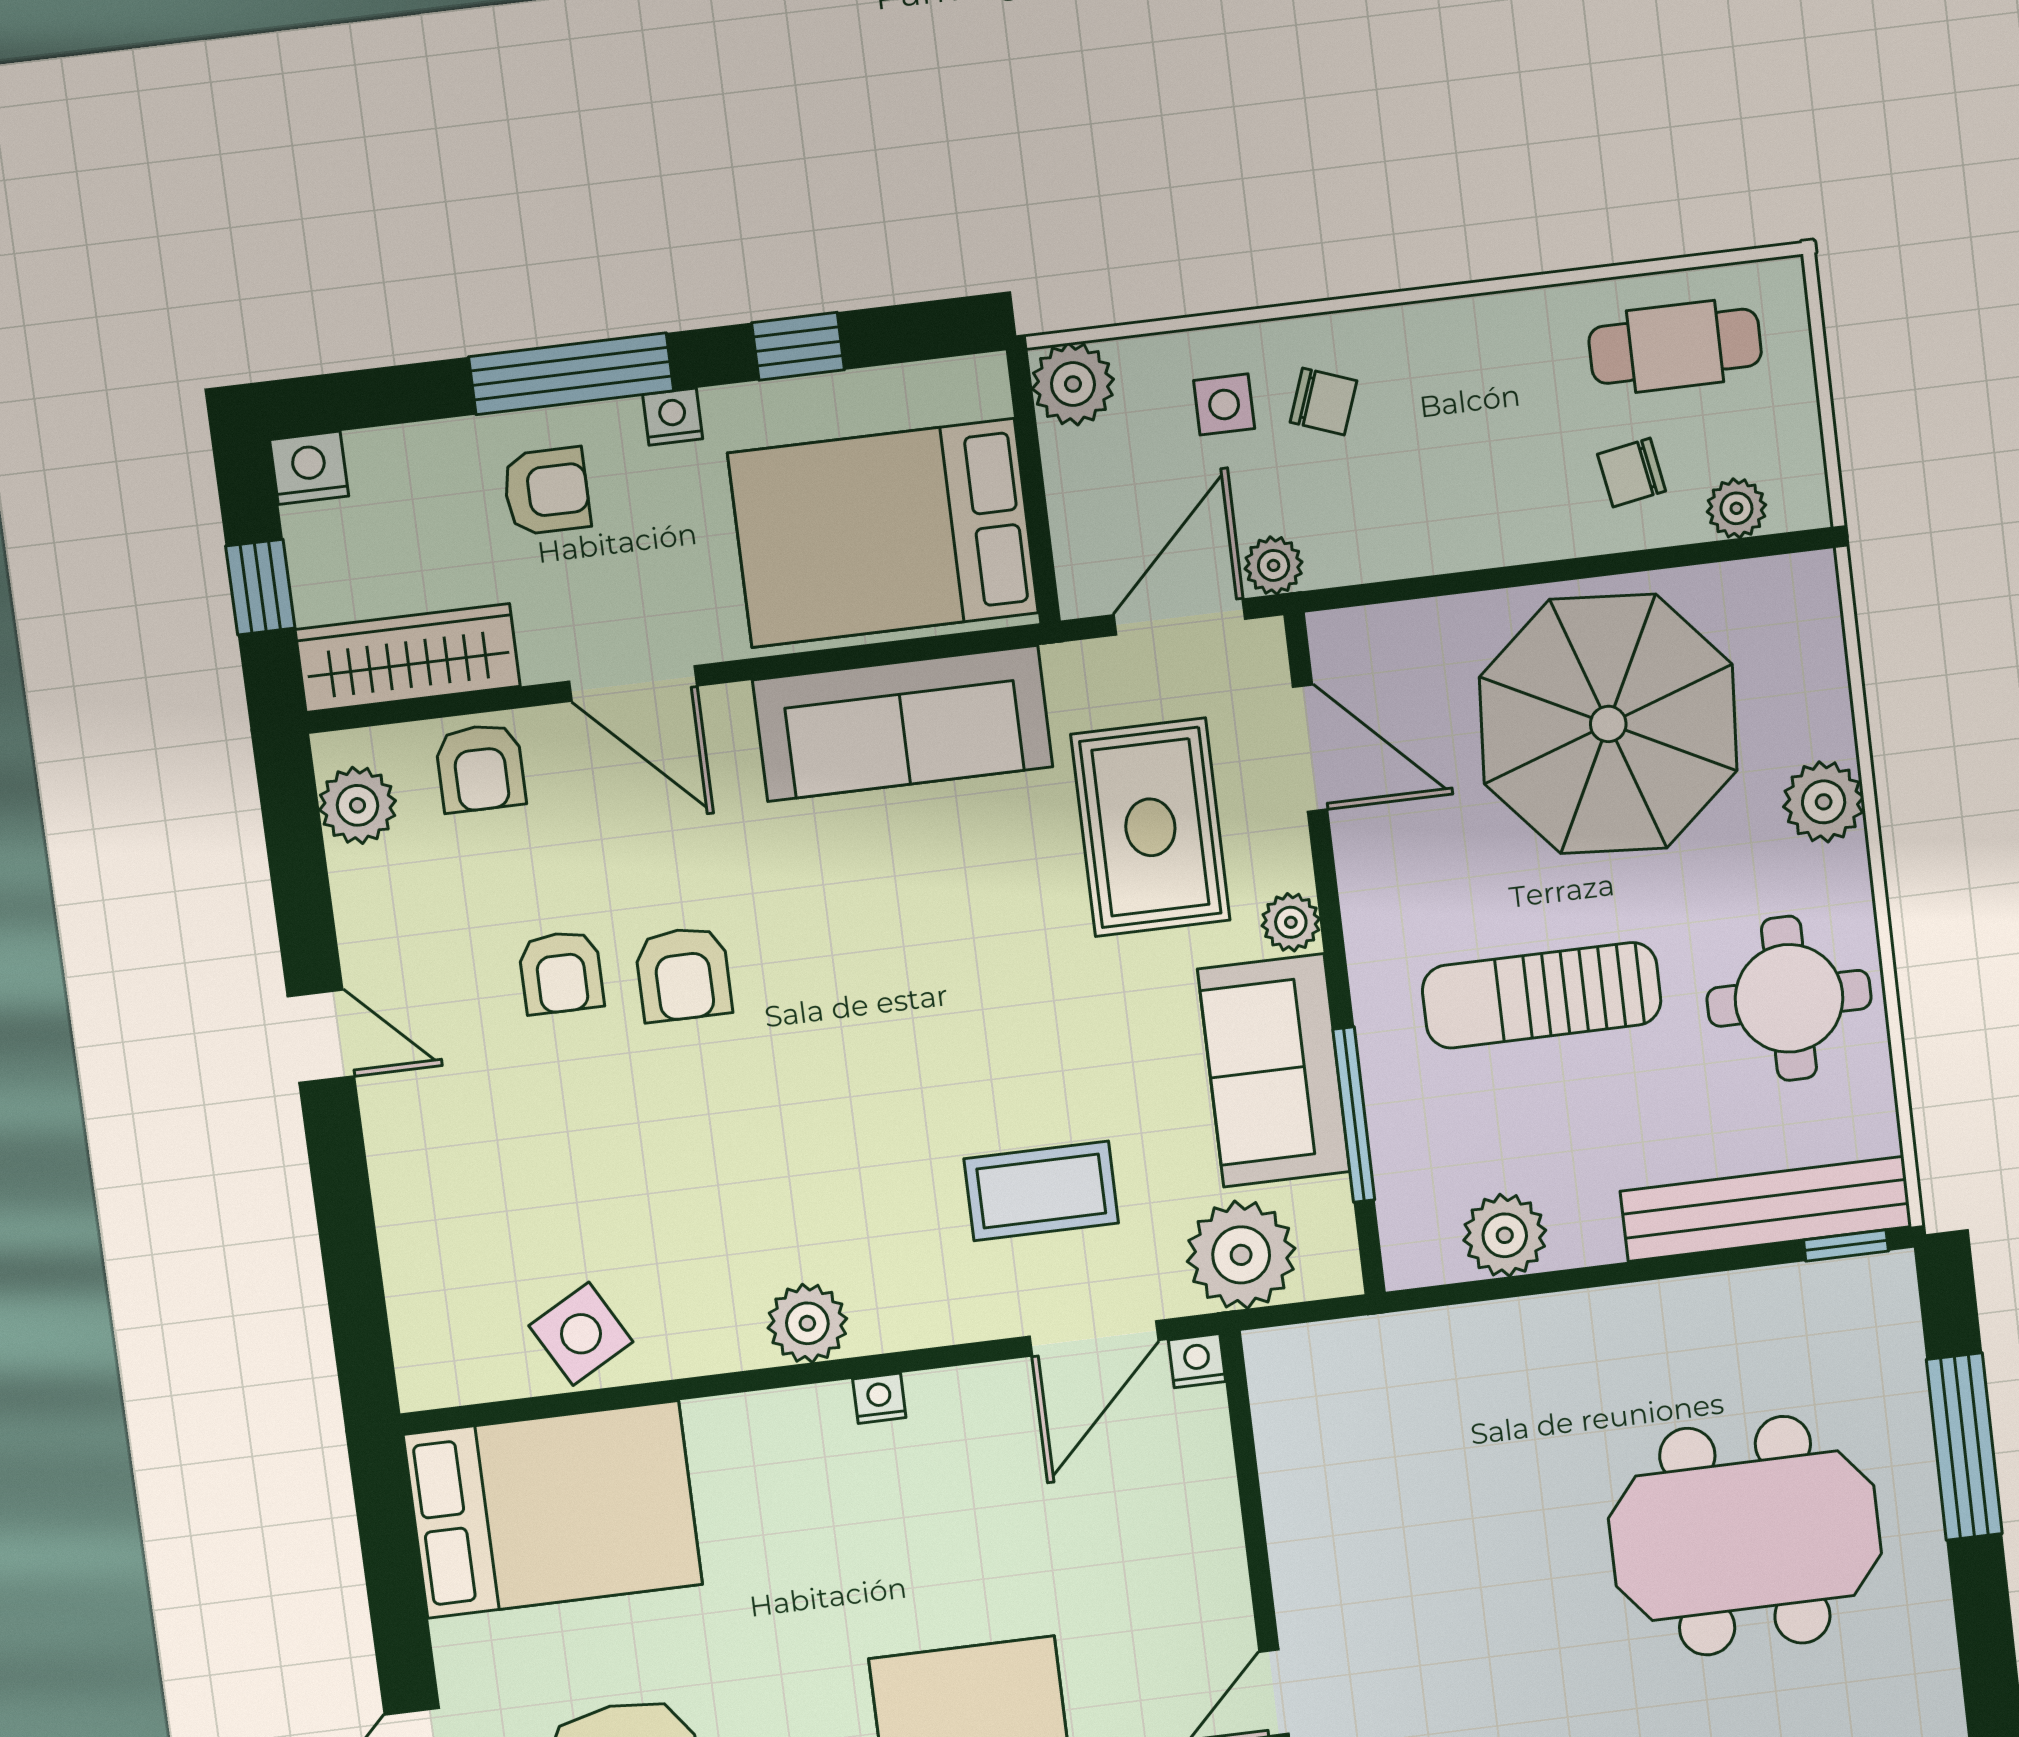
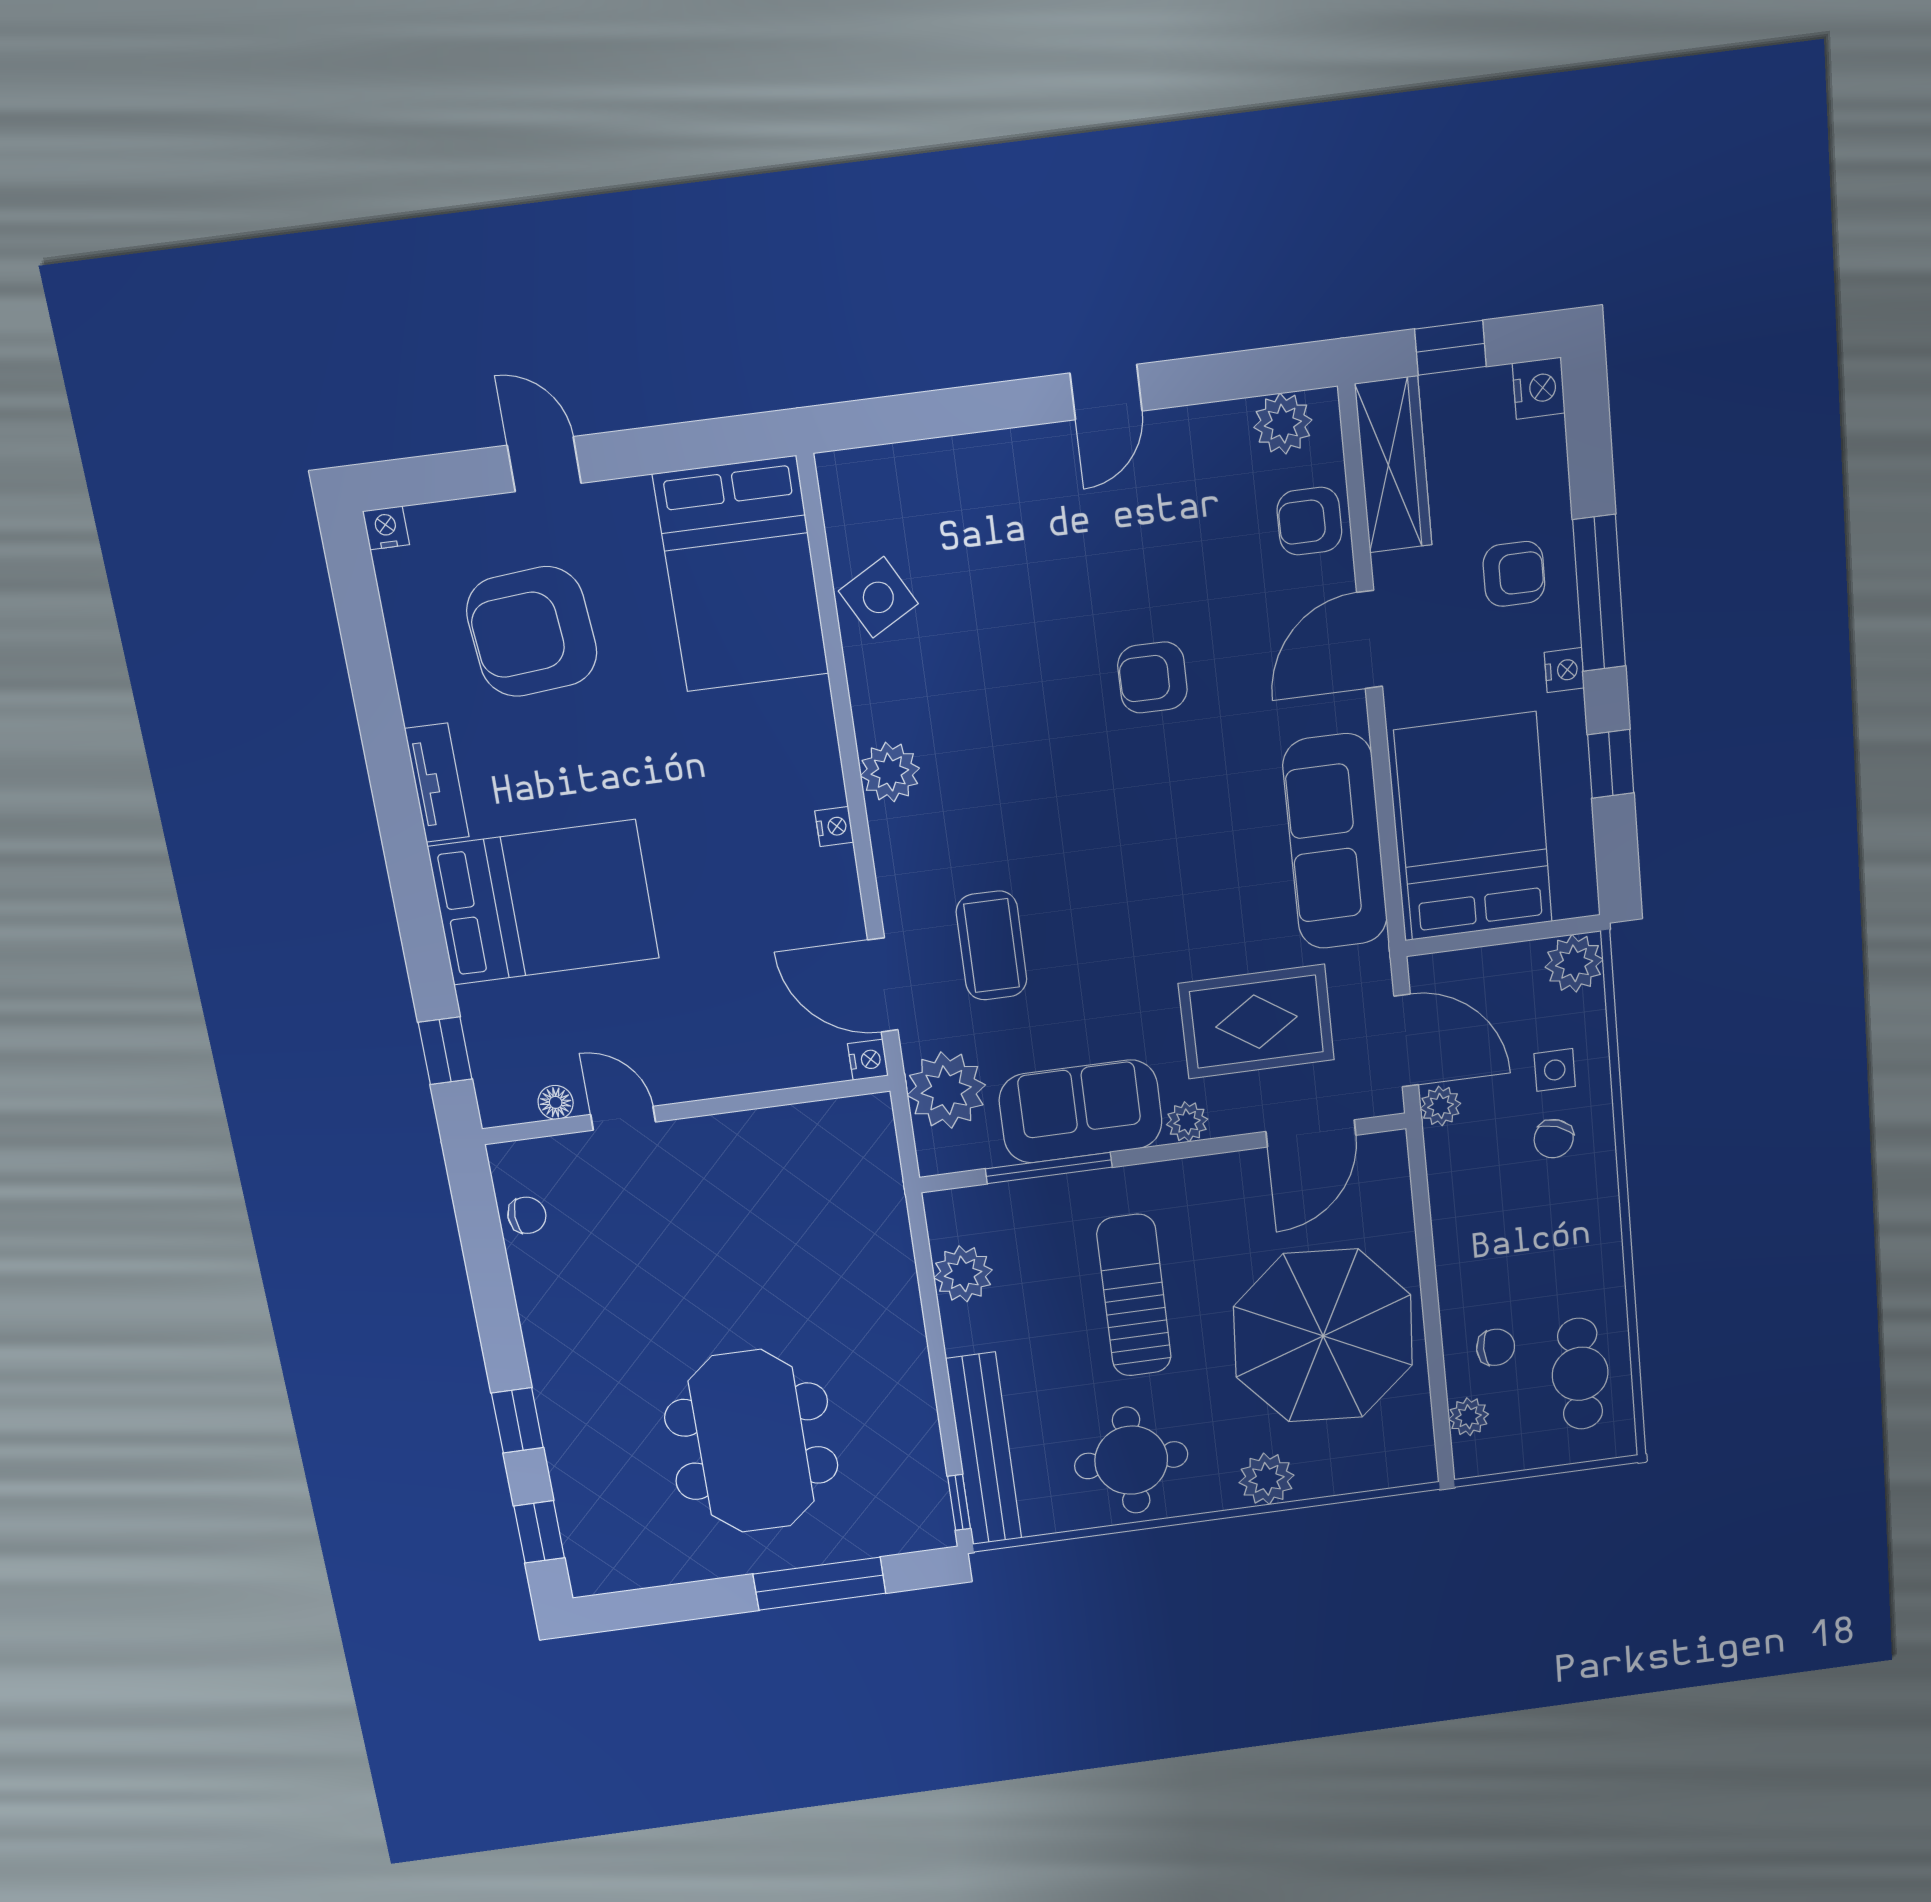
chair: (1632, 473) -> (1496, 1347), turned 100
armchair: (547, 491) -> (1514, 574), turned -90
armchair: (561, 972) -> (1154, 583), removed

